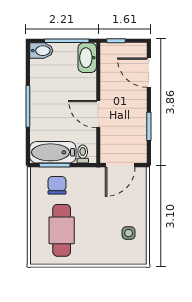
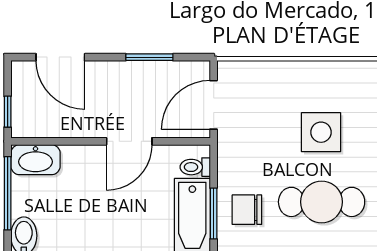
door: (149, 73) -> (60, 57), hinge flipped
door: (120, 165) -> (214, 105), swing flipped
side table: (129, 233) -> (321, 132), moved, width x1.87, depth x1.87

